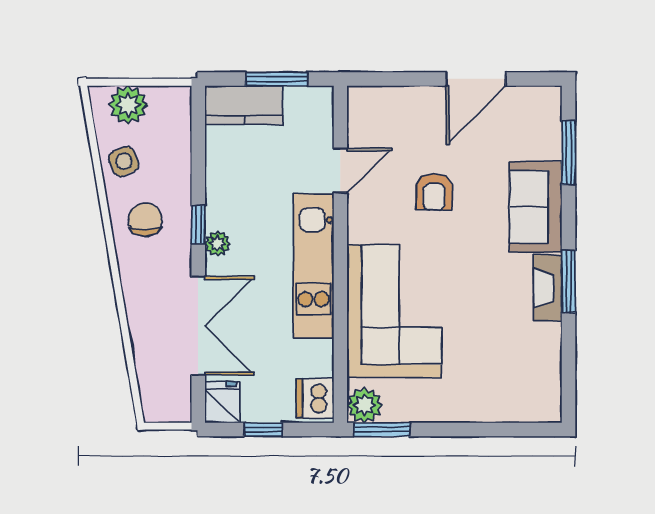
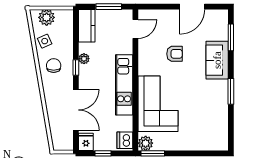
kitchen counter: (244, 105) -> (87, 26), moved, turned -90
door: (340, 171) -> (135, 29), moved
armchair: (434, 192) -> (174, 54), turned -90
plant: (218, 243) -> (84, 59), moved
fireplace: (548, 288) -> (222, 94), removed

